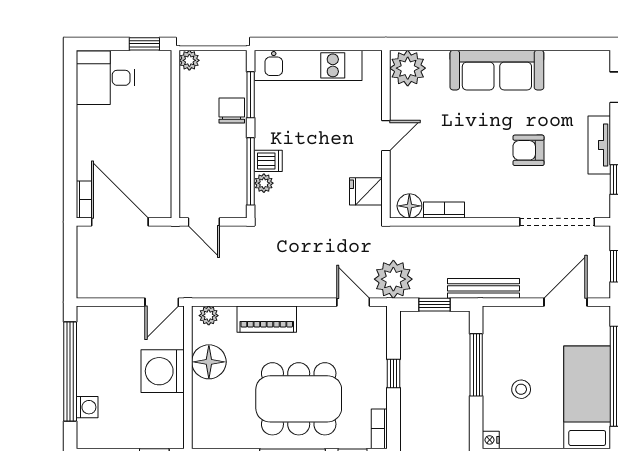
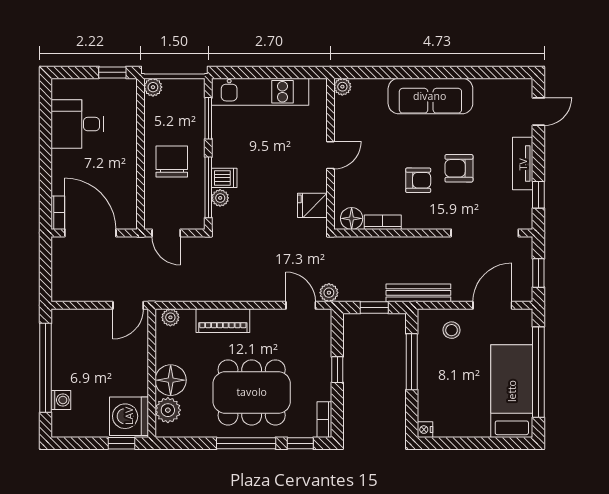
plant: (408, 68) -> (342, 87), width x0.53, depth x0.53
desk: (105, 78) -> (77, 124), moved
chair: (232, 110) -> (172, 162), moved, width x1.37, depth x1.37
armchair: (483, 164) -> (418, 180), added
plant: (393, 279) -> (329, 293), width x0.53, depth x0.53
floor lamp: (209, 362) -> (171, 380), moved
washing machine: (163, 371) -> (129, 416), moved
stool: (521, 389) -> (452, 330), moved
plant: (206, 418) -> (168, 410), added

